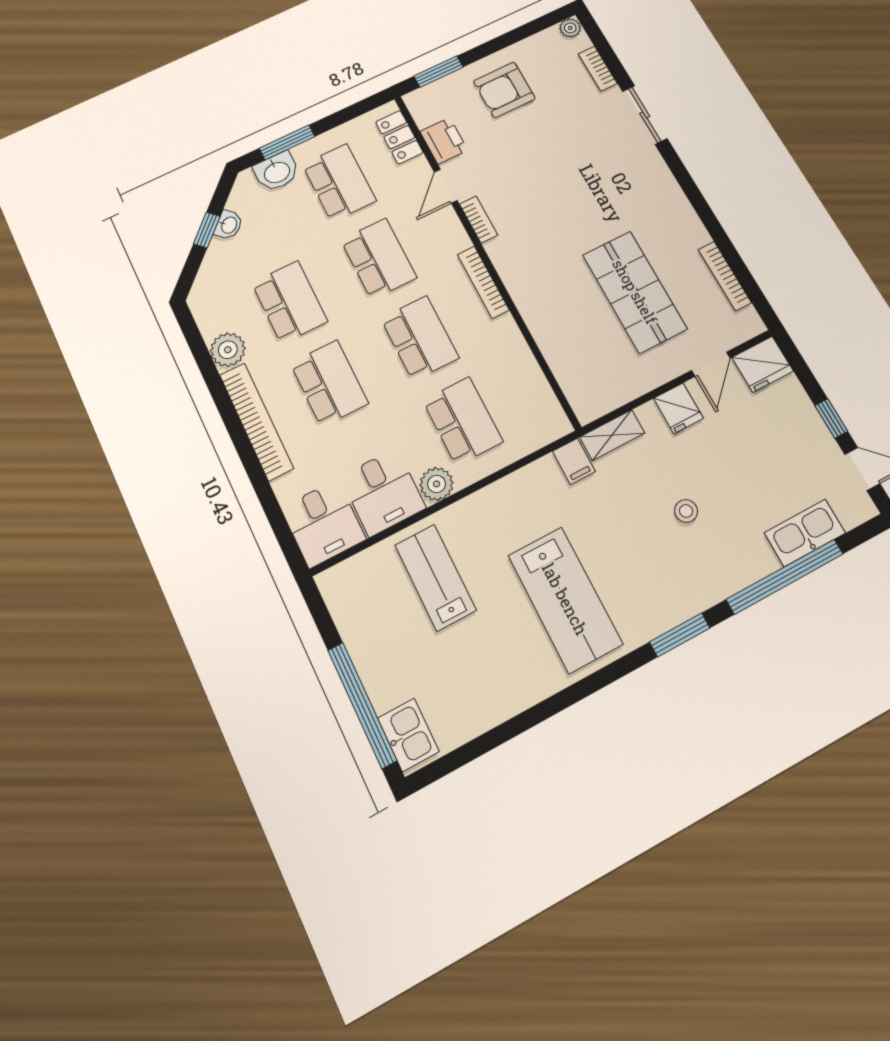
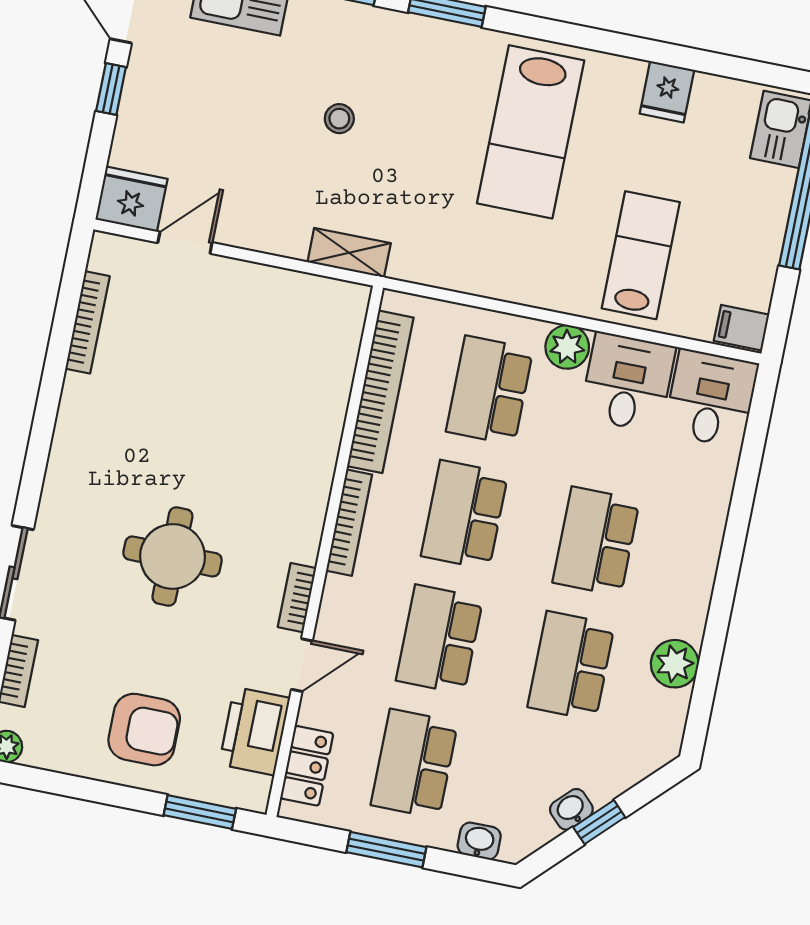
printer: (444, 141) -> (254, 731), width x1.37, depth x1.19
window: (287, 142) -> (386, 850), moved
washbasin: (277, 172) -> (479, 841), width x0.72, depth x0.69
round table: (567, 188) -> (172, 556), added
shop shelf: (635, 292) -> (198, 383), removed
fridge: (678, 408) -> (667, 92), moved, turned 180
bookcase: (256, 421) -> (380, 392), moved, turned 180
filing cabinet: (574, 461) -> (742, 328), moved, turned -90
lab bench: (435, 577) -> (641, 255), turned 180
lab bench: (565, 599) -> (531, 132), turned 180

